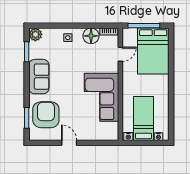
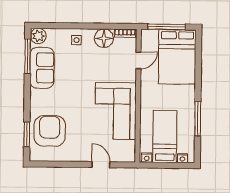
window: (27, 52) -> (28, 56), width x1.44
sofa: (39, 77) -> (42, 68), moved
window: (171, 103) -> (198, 119), added
door: (69, 143) -> (101, 165), moved

